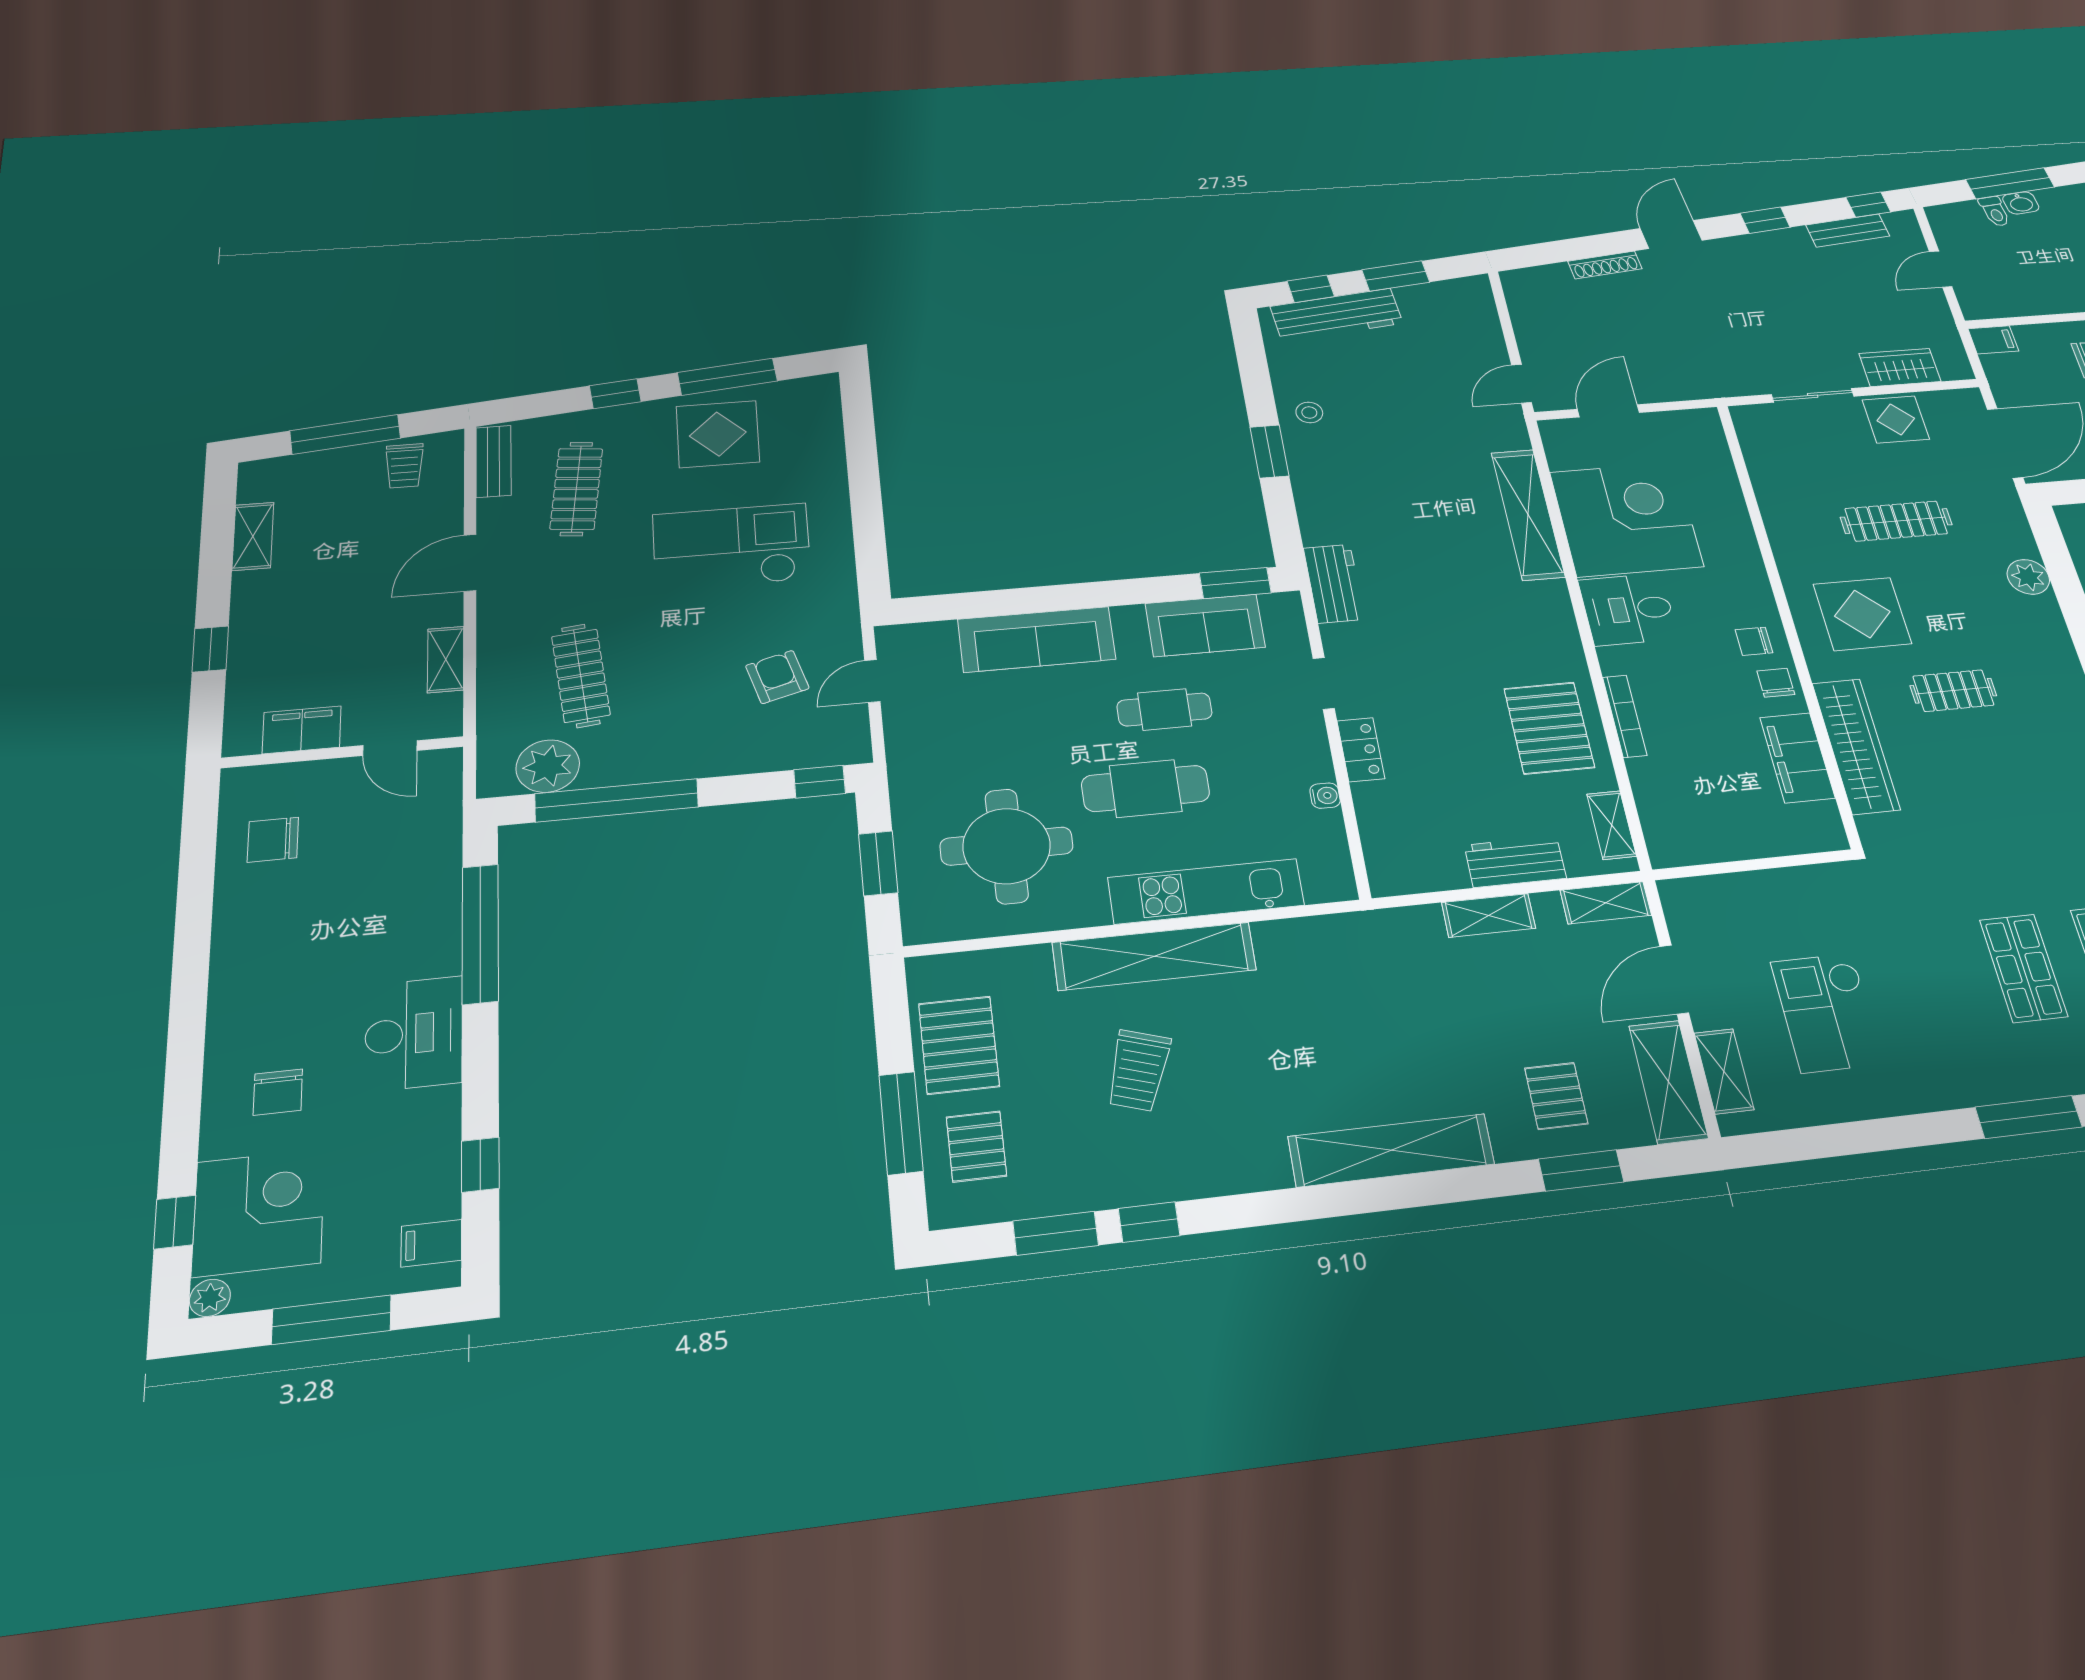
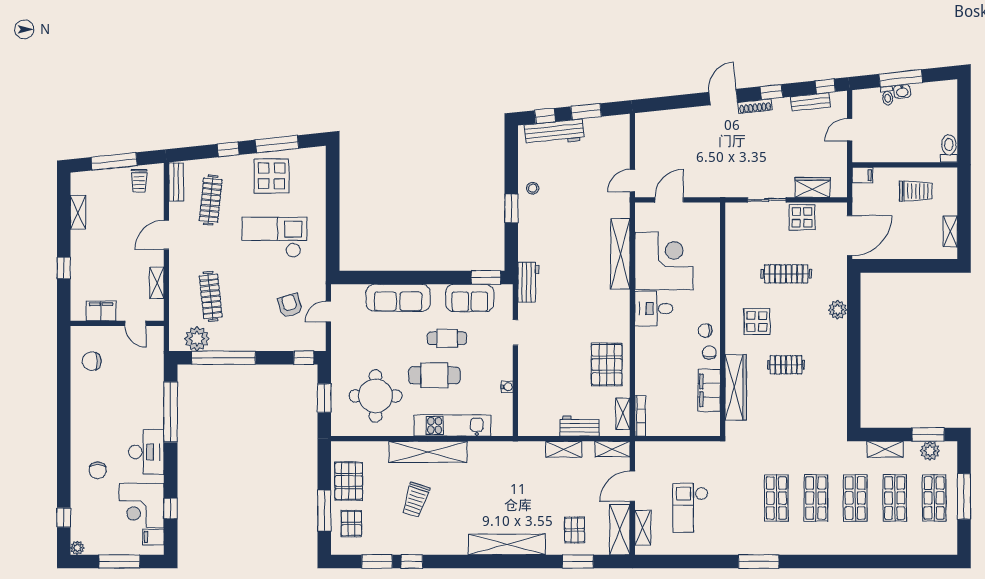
shoe rack: (1605, 265) -> (755, 106), moved
display table: (1862, 614) -> (757, 322), width x0.73, depth x0.73
bookcase: (1625, 716) -> (640, 416), moved
locker: (1361, 750) -> (526, 366), removed
corner desk: (259, 1212) -> (142, 505), moved, turned 180

